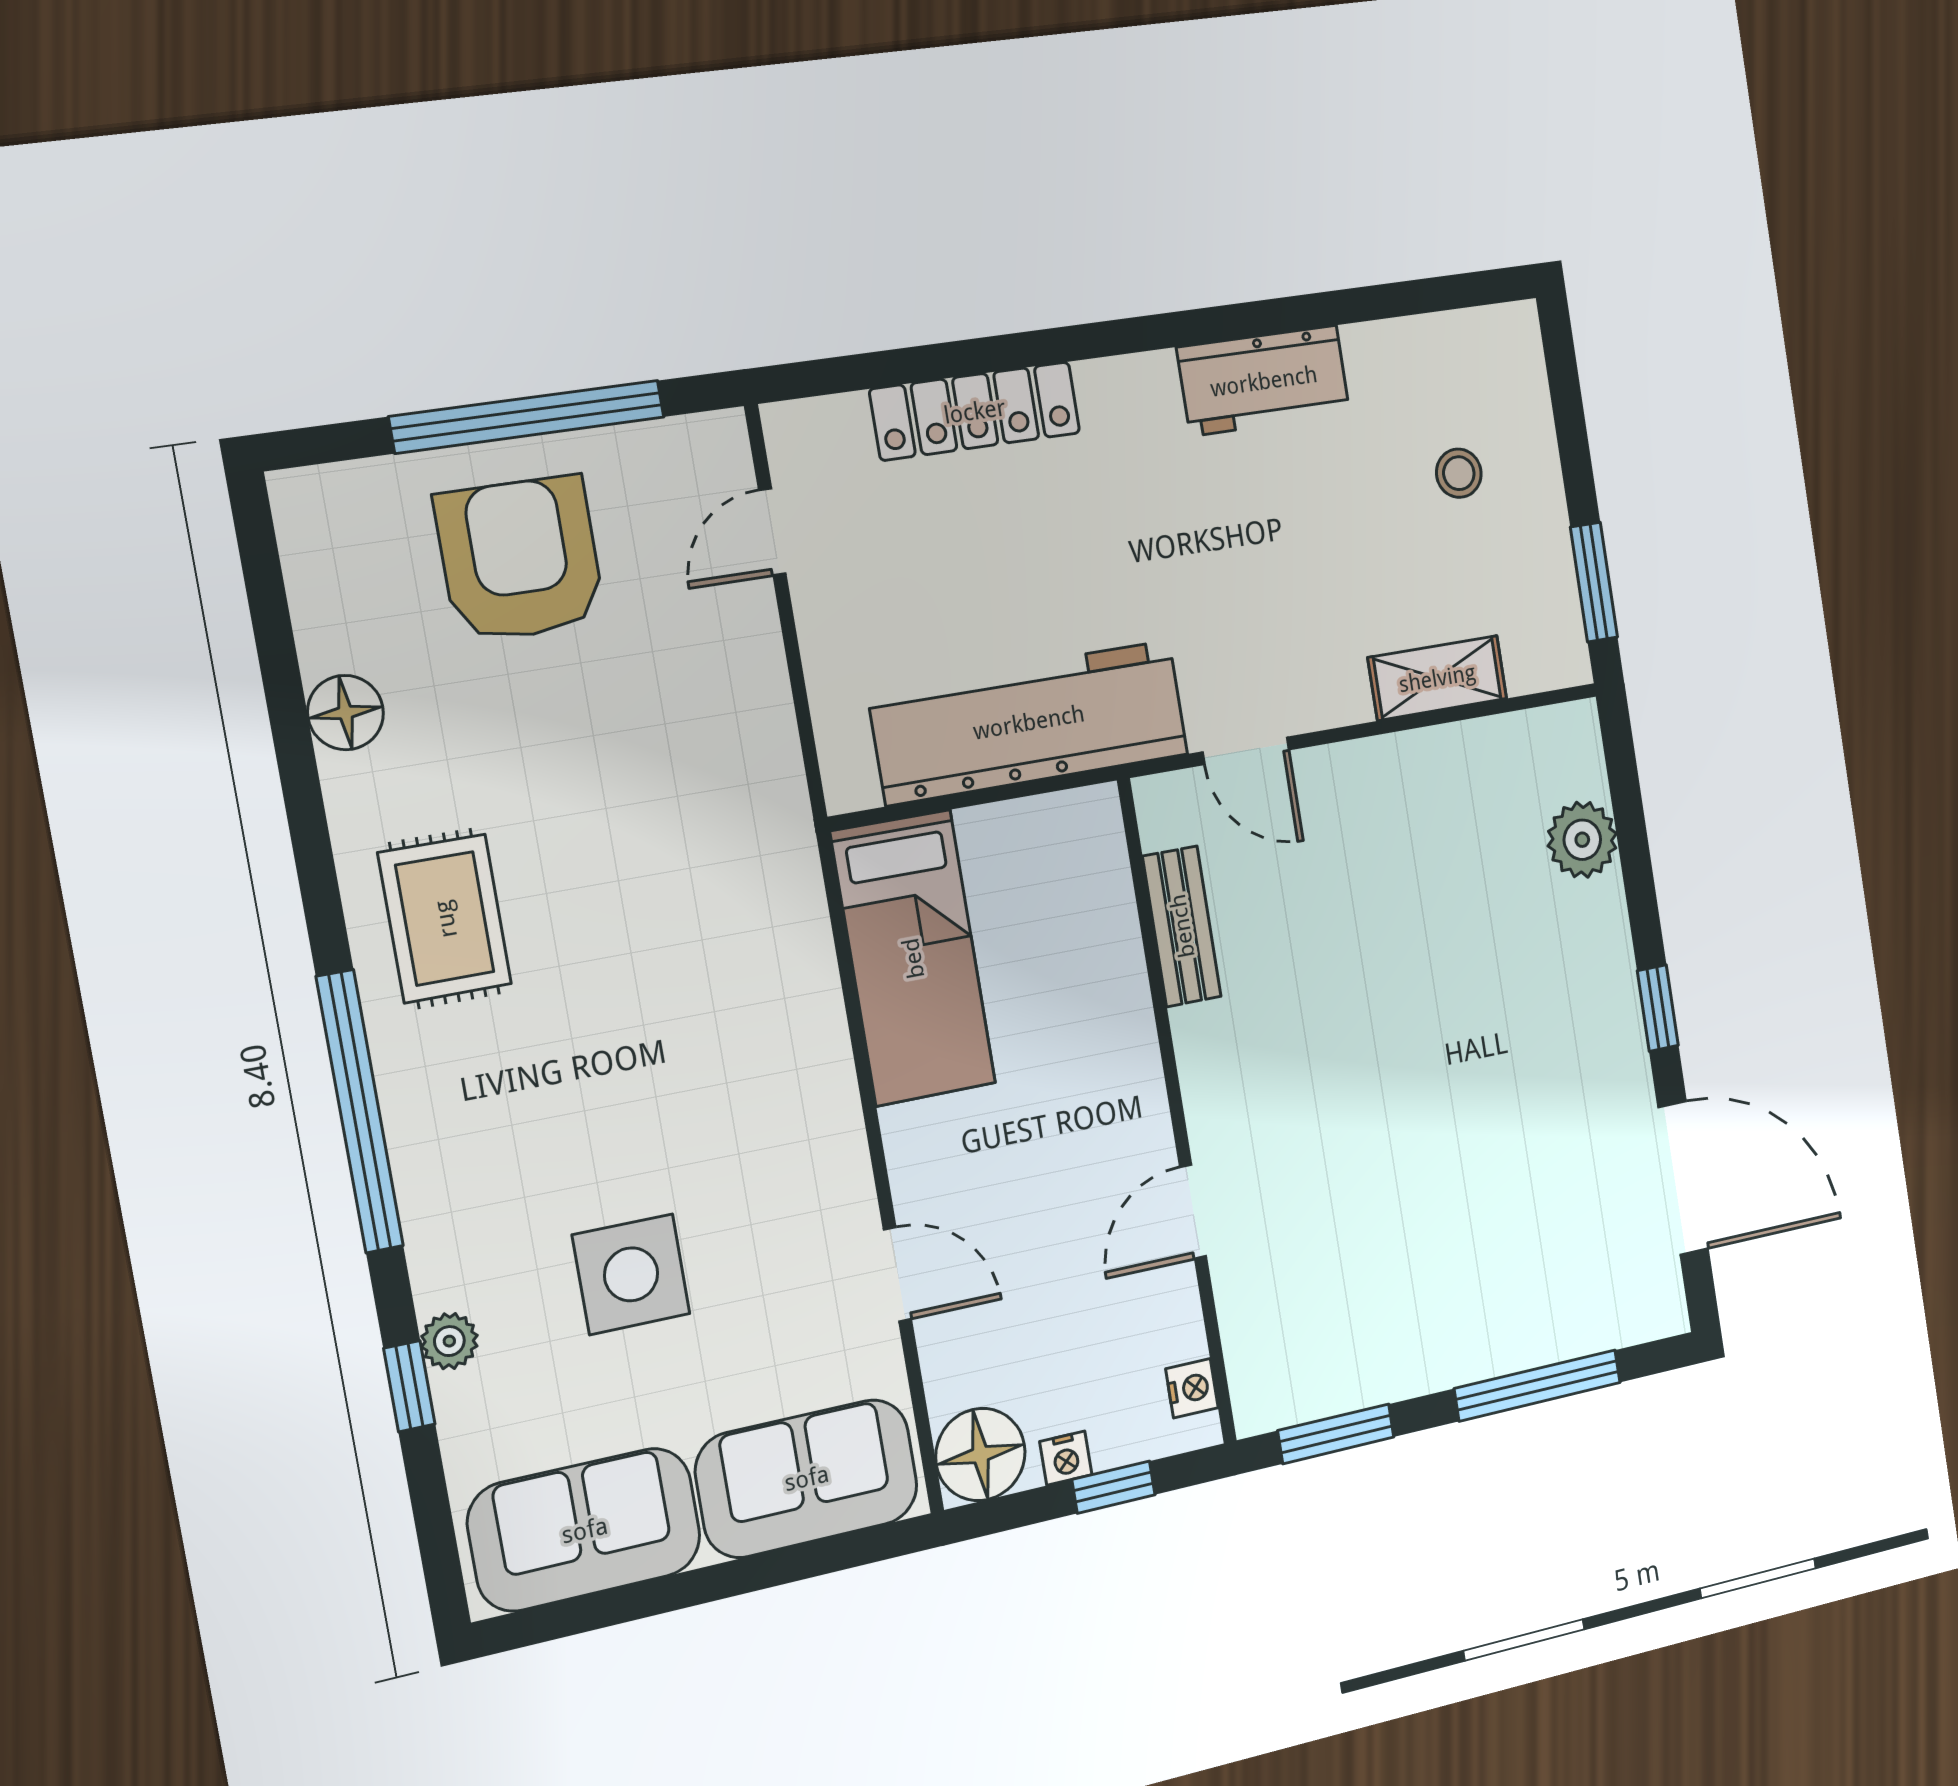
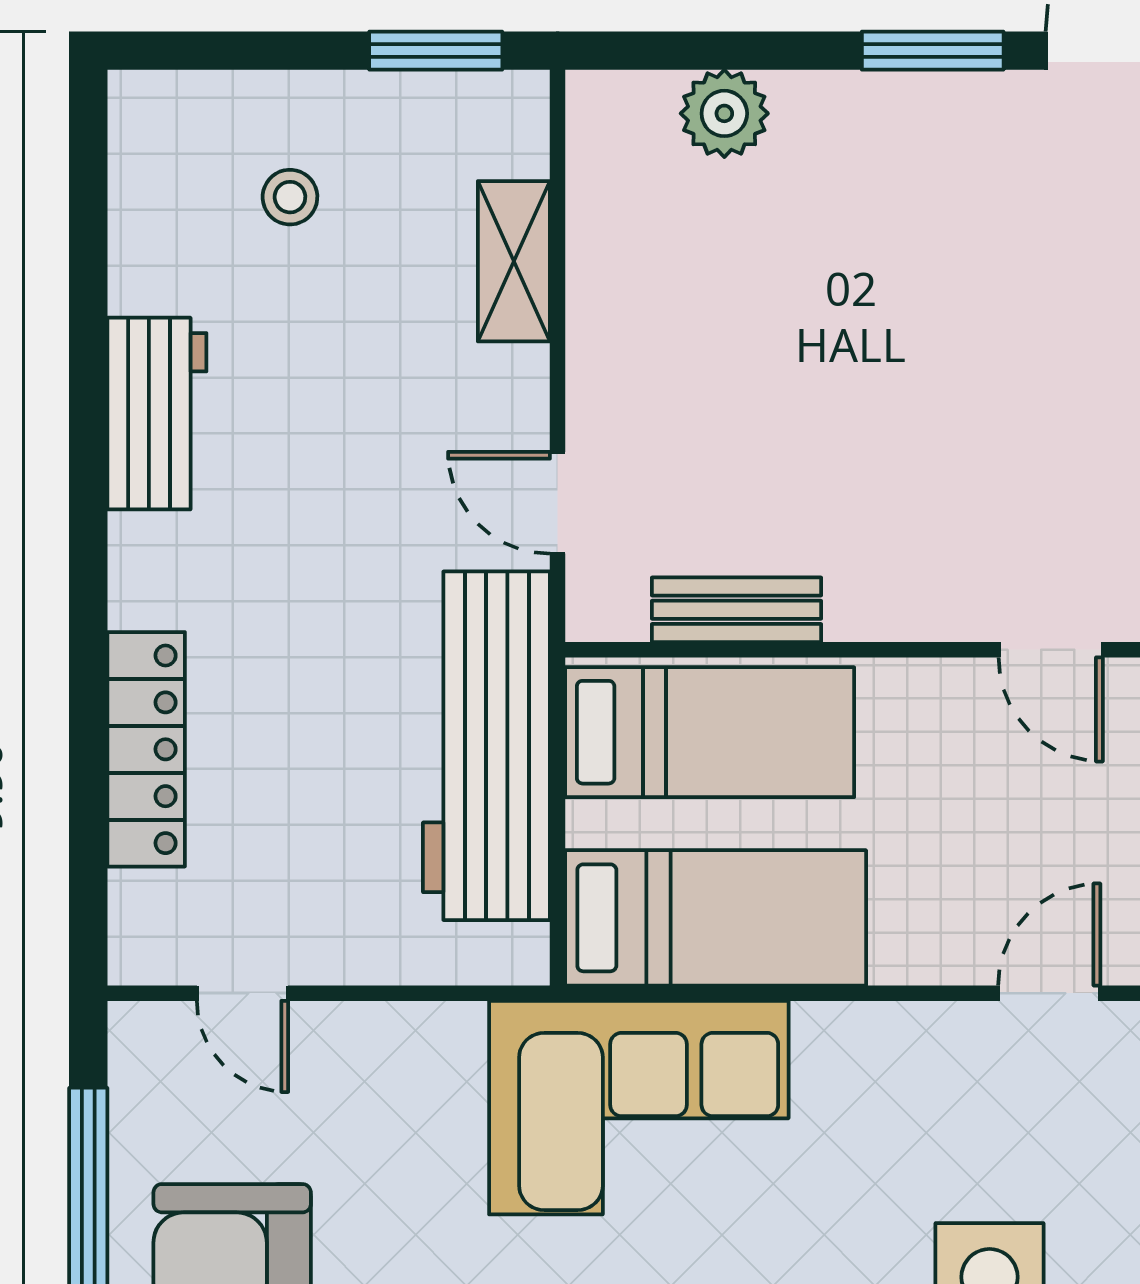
door: (1246, 751) -> (558, 503), swing flipped
corner sofa: (731, 919) -> (639, 1108), added
bed: (1074, 922) -> (710, 732), added
window: (1658, 1008) -> (933, 51), width x1.50

